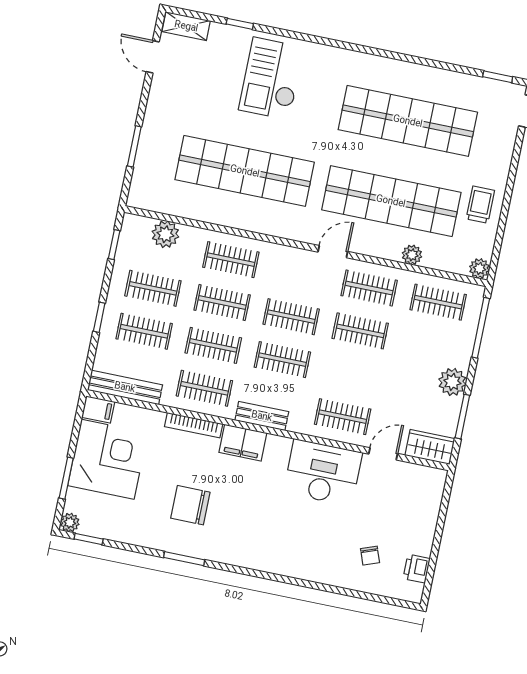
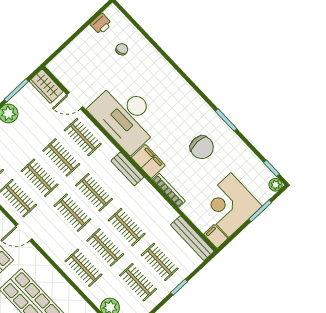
clothes rail: (204, 388) -> (61, 157), moved
desk: (323, 473) -> (126, 116), width x1.36, depth x1.30

